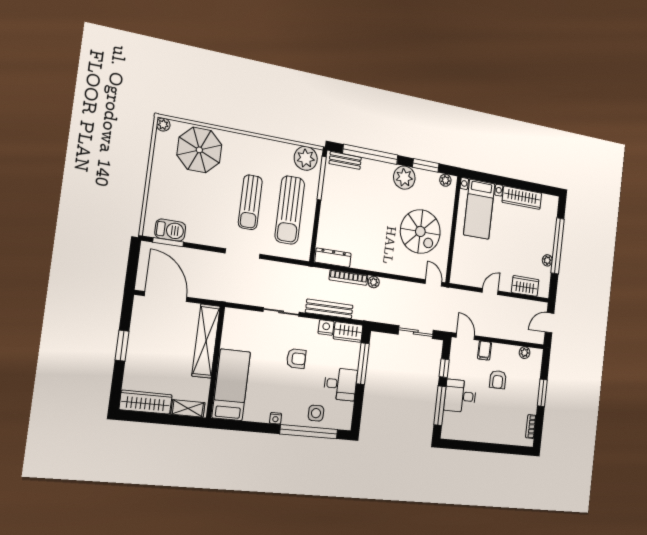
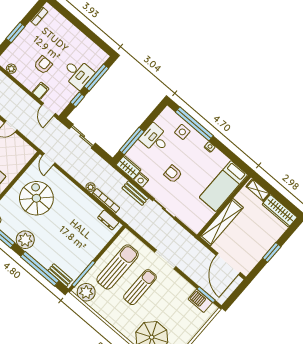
dresser: (333, 258) -> (108, 220), width x0.70
bench: (329, 309) -> (135, 193), width x0.73

